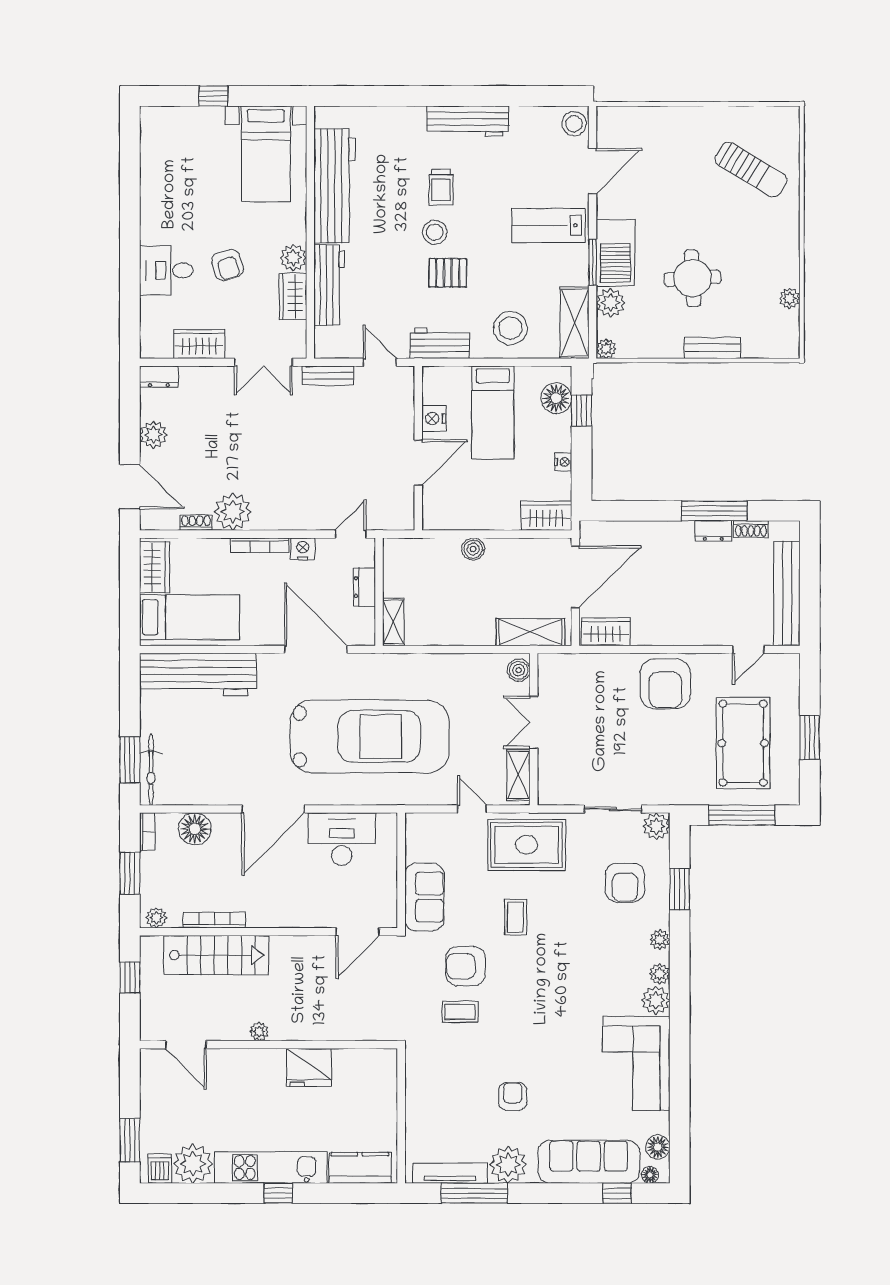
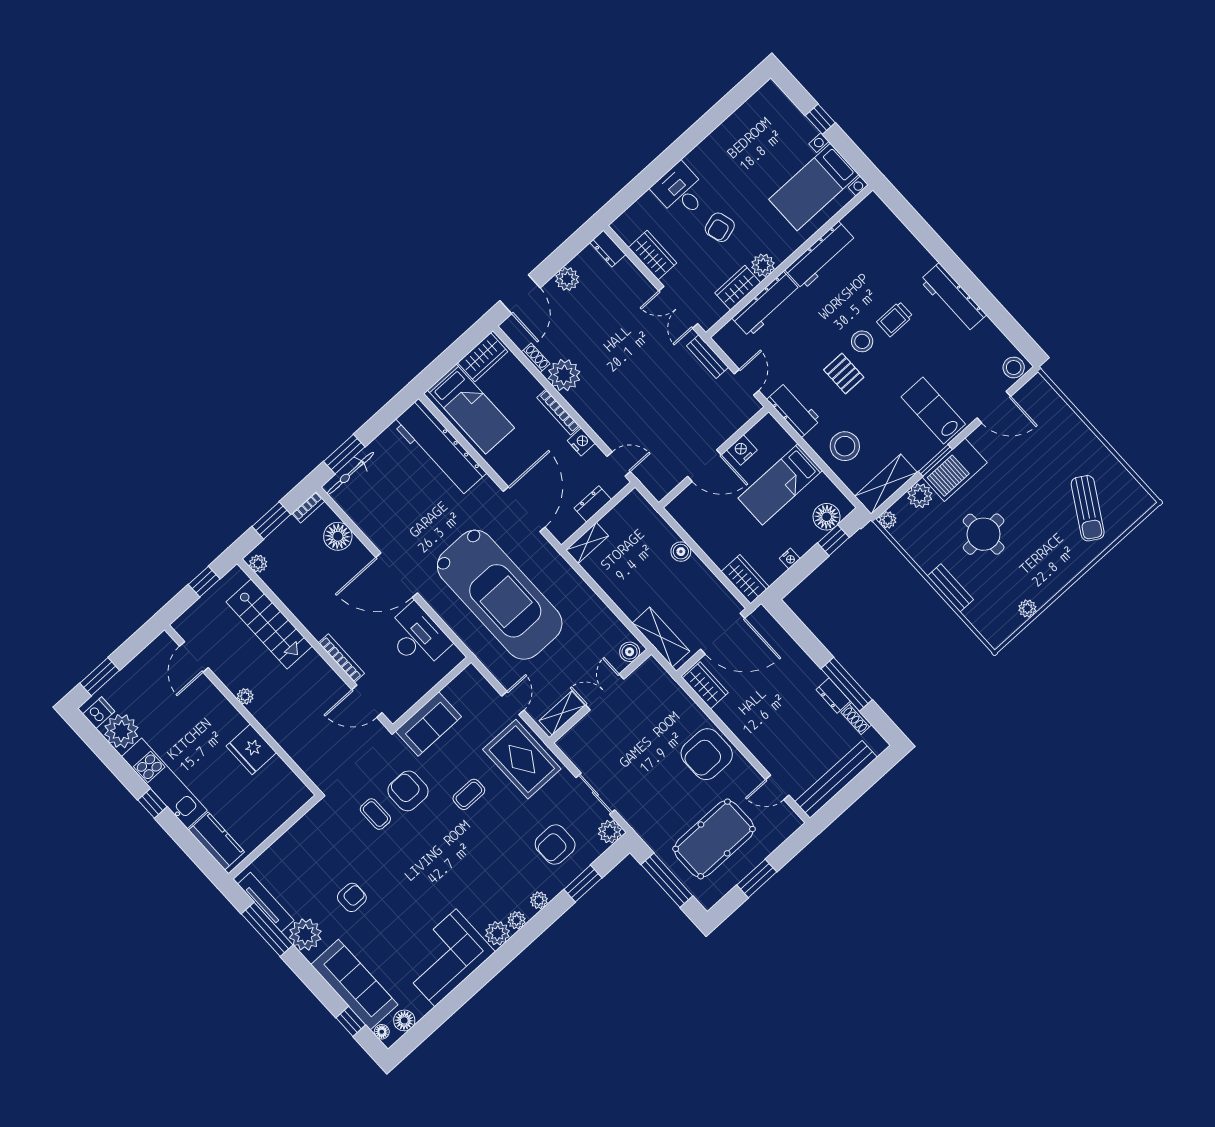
workbench: (335, 186) -> (821, 256), width x0.73, depth x0.76
bookcase: (214, 920) -> (341, 658), moved

